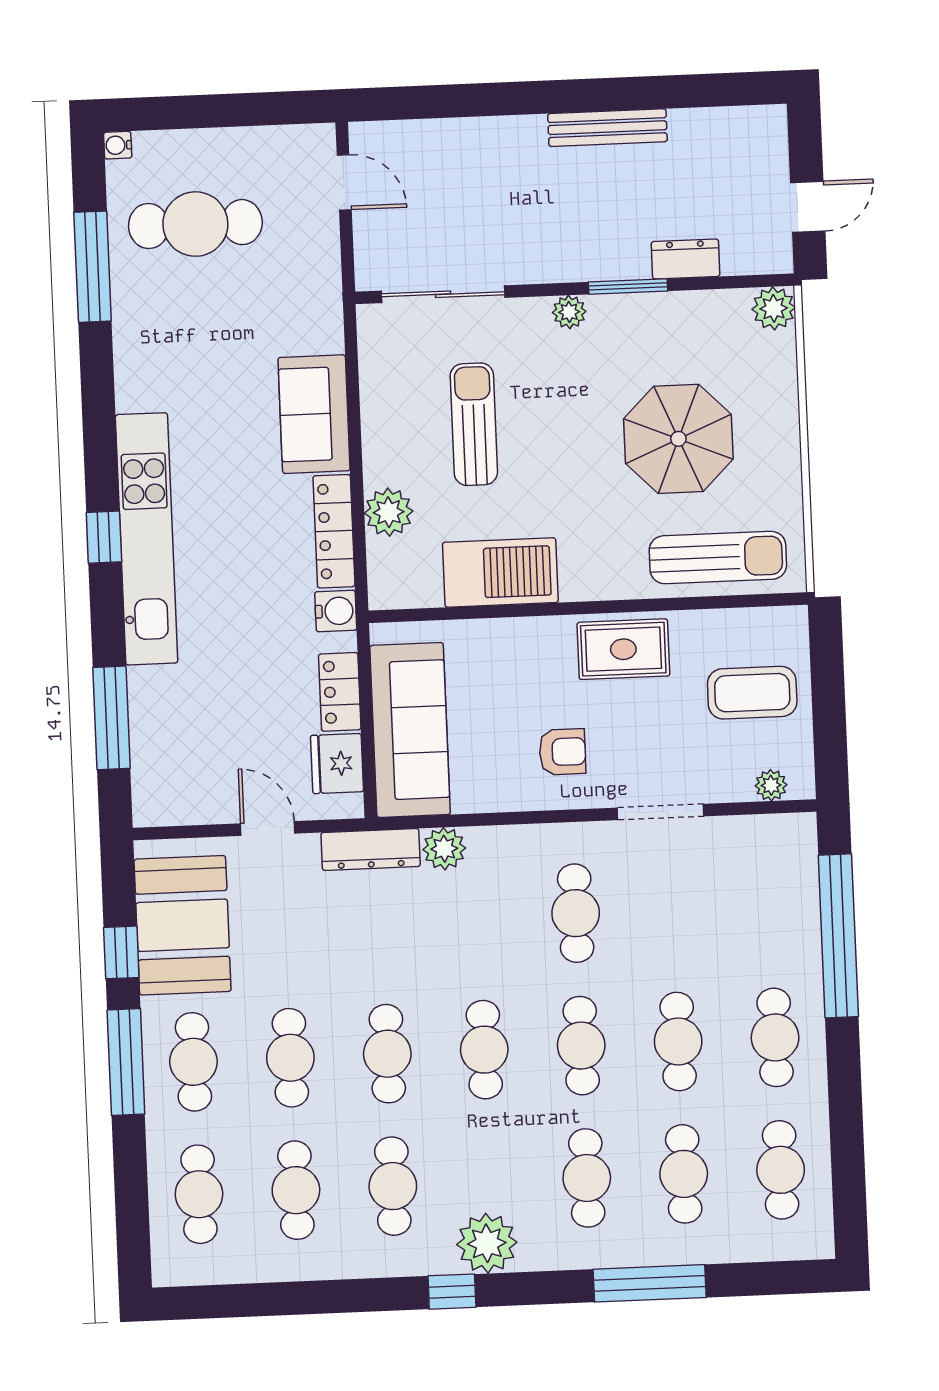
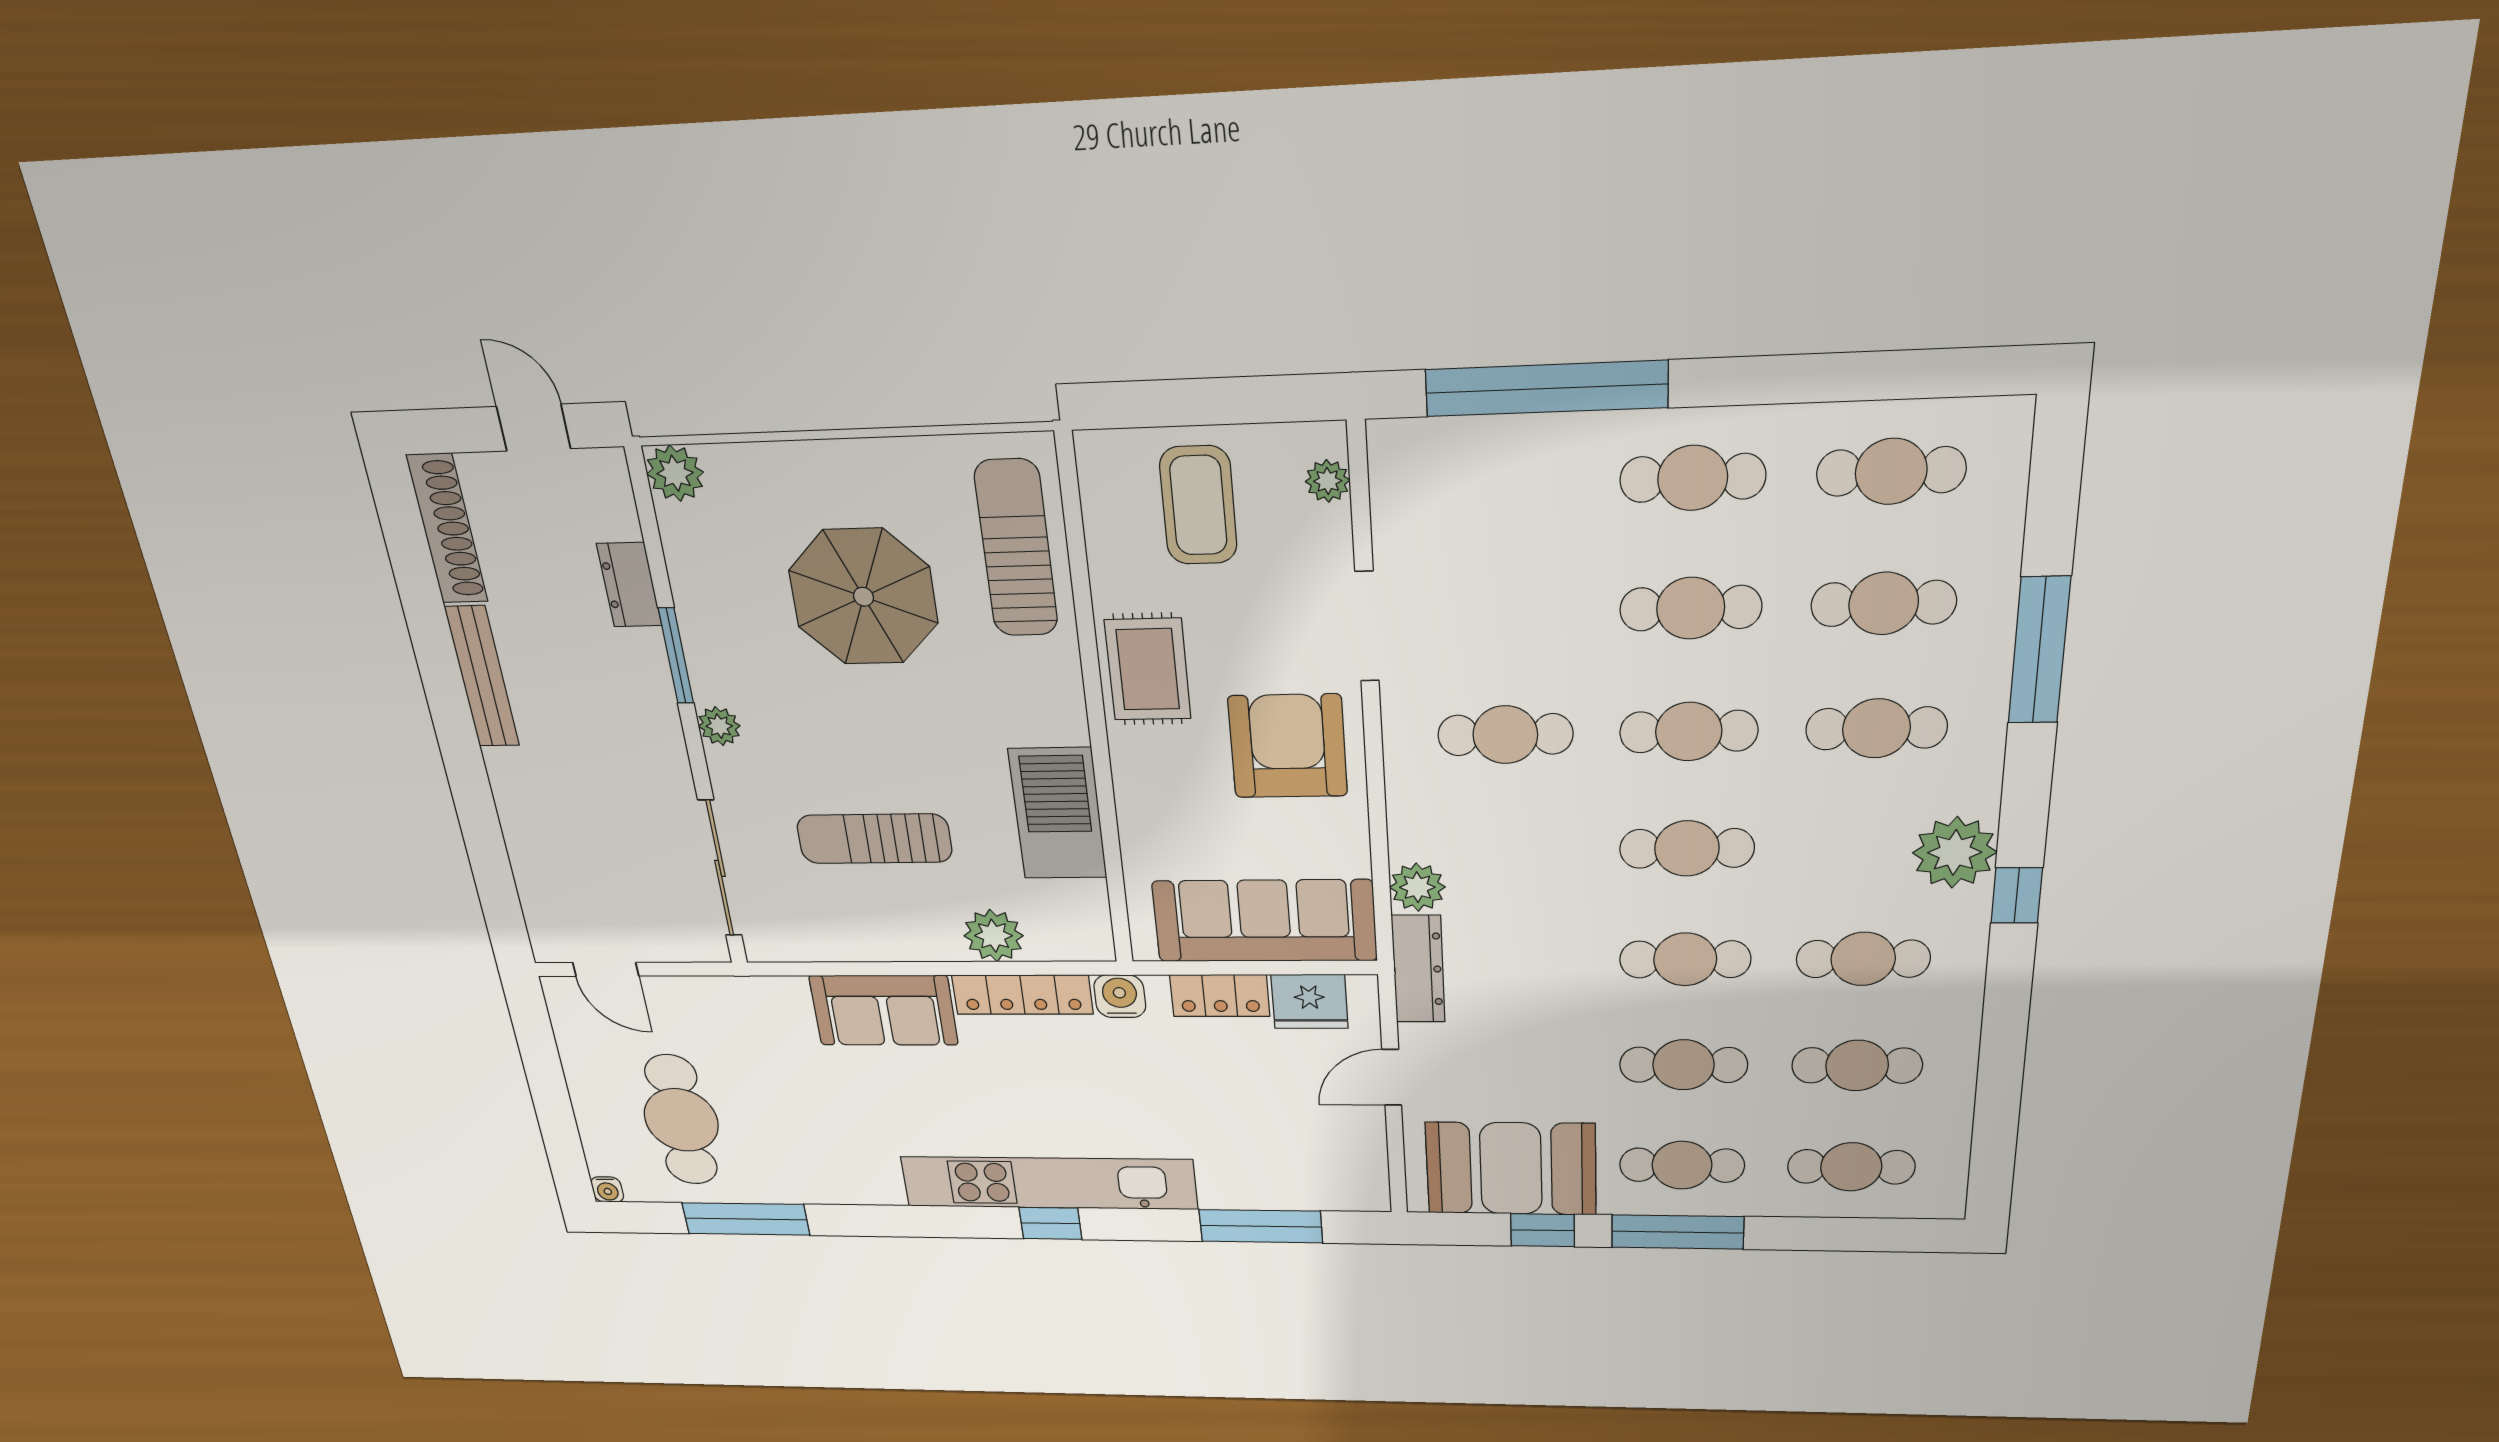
shoe rack: (729, 124) -> (447, 529), added
door: (344, 182) -> (606, 969), swing flipped
armchair: (562, 752) -> (1288, 746), width x1.88, depth x1.88

